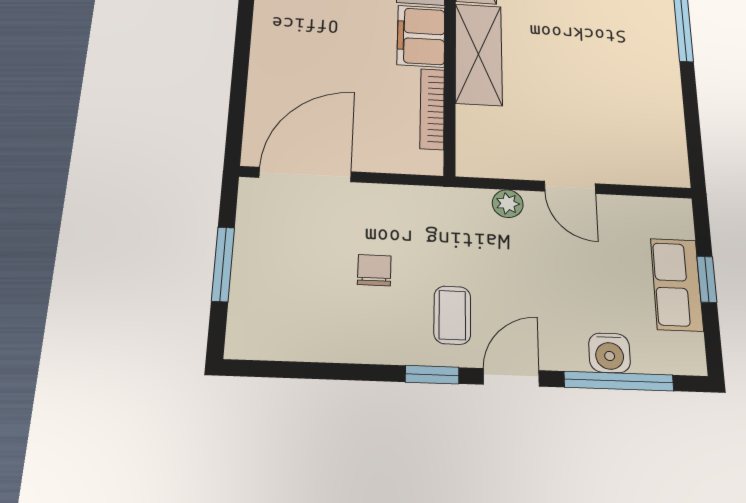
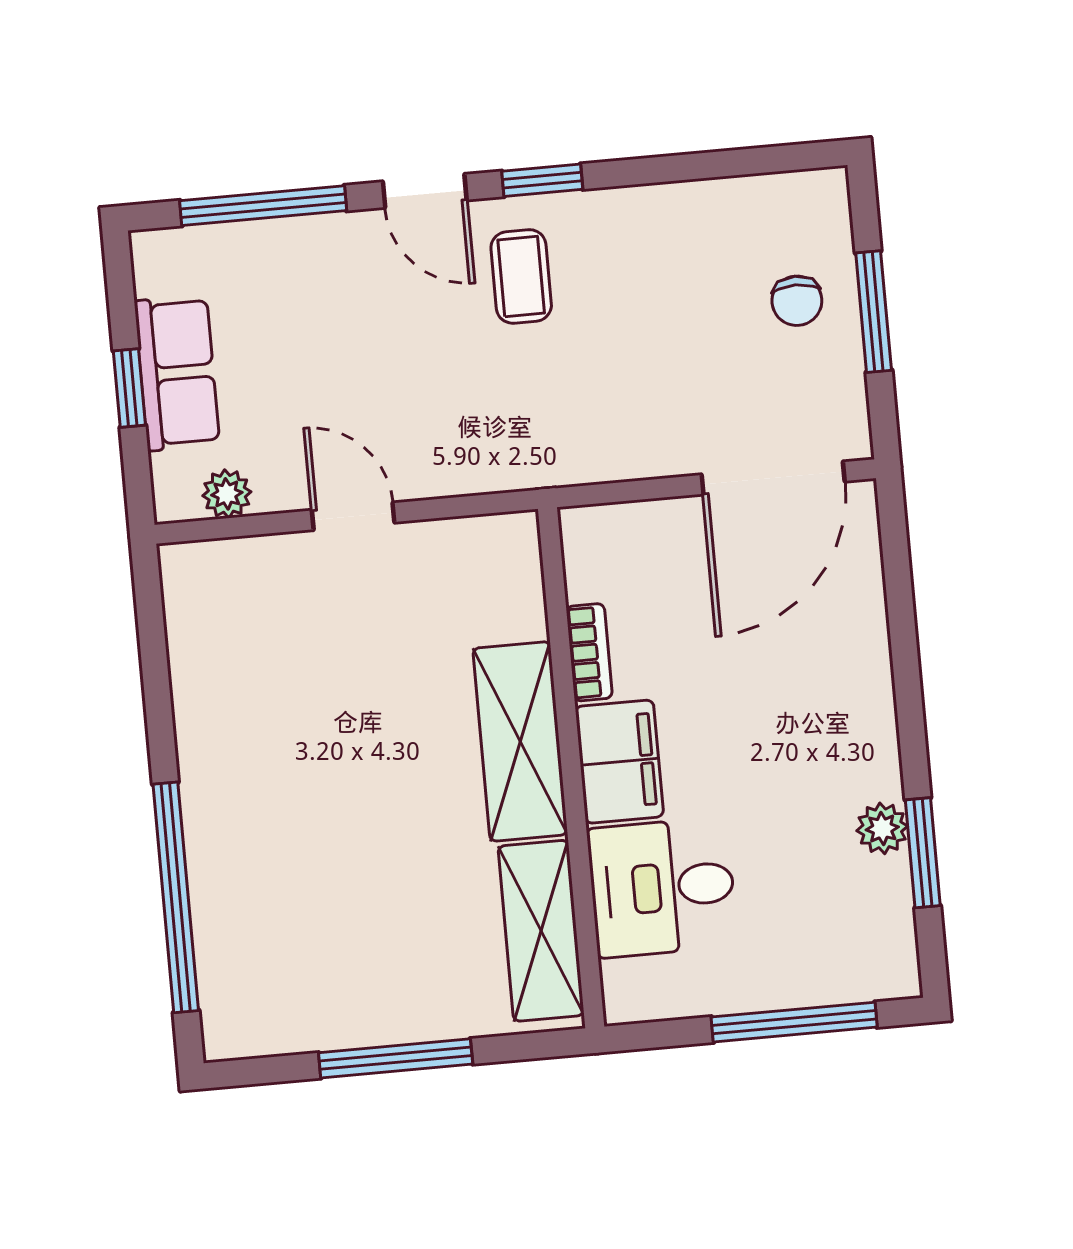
bookcase: (432, 109) -> (589, 652), width x0.64
plant: (508, 204) -> (227, 494), moved
chair: (374, 270) -> (797, 301), moved
water cooler: (609, 353) -> (279, 248), removed
door: (511, 377) -> (425, 191), hinge flipped

